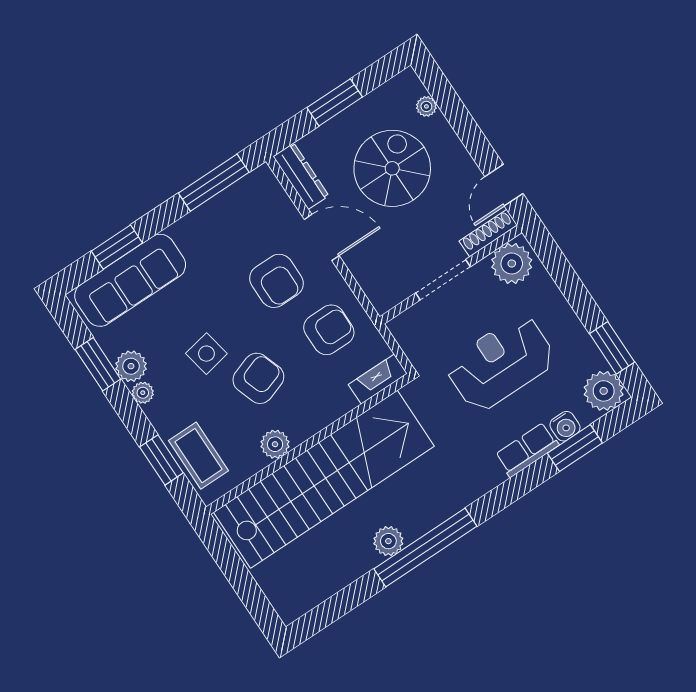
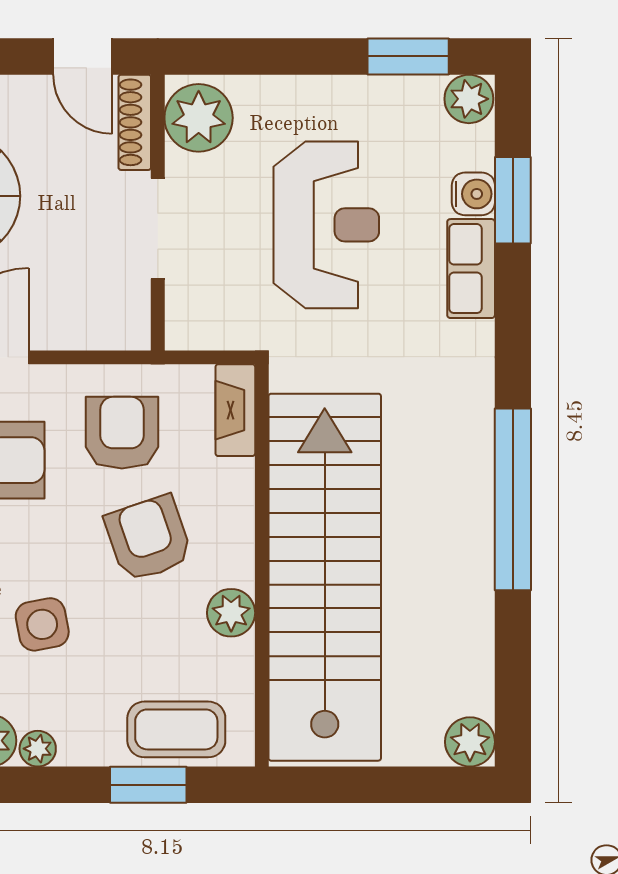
reception desk: (501, 363) -> (326, 225), turned 180
armchair: (258, 378) -> (148, 538), moved
plant: (604, 391) -> (469, 99), width x0.73, depth x0.73
plant: (388, 541) -> (470, 742), moved

